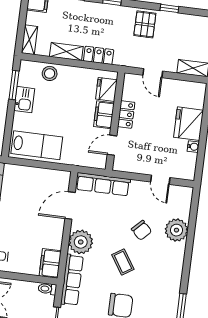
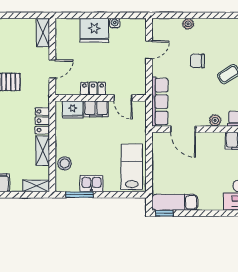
chair: (141, 230) -> (197, 61), turned -135
plant: (177, 230) -> (188, 24), width x0.53, depth x0.53
plant: (81, 242) -> (215, 120), width x0.53, depth x0.53

